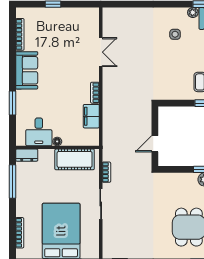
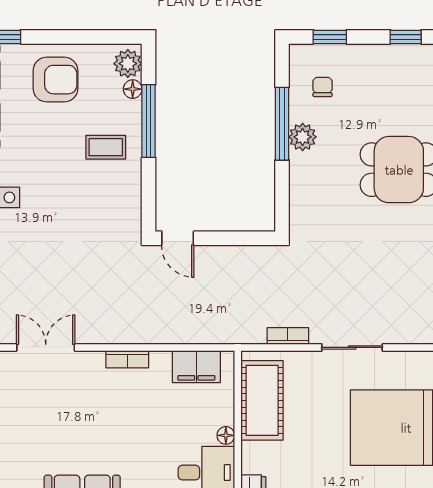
filing cabinet: (91, 116) -> (196, 367), moved
door: (155, 144) -> (178, 238), moved

